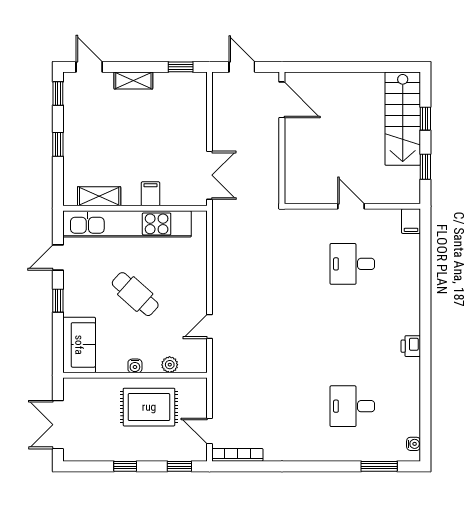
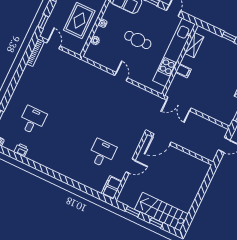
door: (282, 100) -> (162, 139), moved
filing cabinet: (411, 221) -> (112, 187), width x2.00
cafe table: (135, 294) -> (138, 40), turned 48
door: (209, 326) -> (121, 77), moved
printer: (411, 346) -> (21, 150), moved
door: (209, 431) -> (54, 45), hinge flipped

